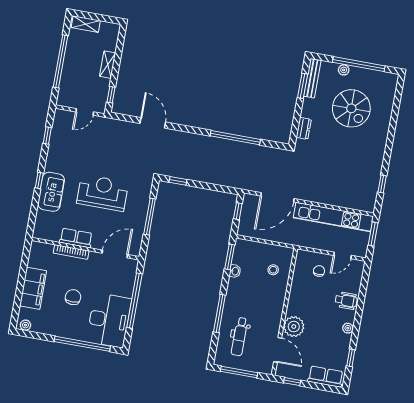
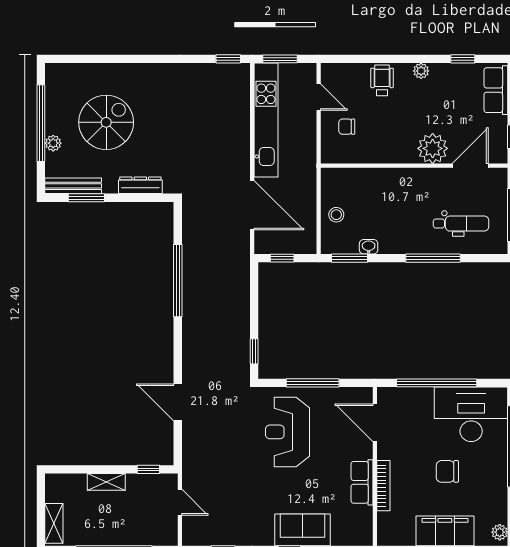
door: (153, 123) -> (178, 402), hinge flipped
dresser: (304, 128) -> (140, 185), width x1.44
window: (382, 184) -> (228, 59), moved
reception desk: (103, 193) -> (287, 432), moved
stool: (273, 270) -> (336, 215), moved

